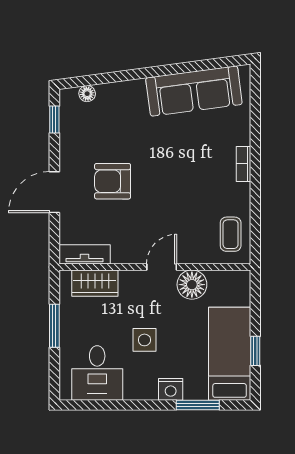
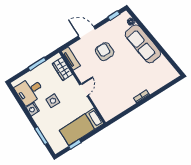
sofa: (194, 91) -> (143, 44), moved
coffee table: (231, 234) -> (112, 108), removed
door: (162, 267) -> (84, 90), hinge flipped
floor lamp: (192, 285) -> (85, 105), removed
bed: (230, 354) -> (82, 127), moved, turned 180
nightstand: (171, 389) -> (33, 109), moved

